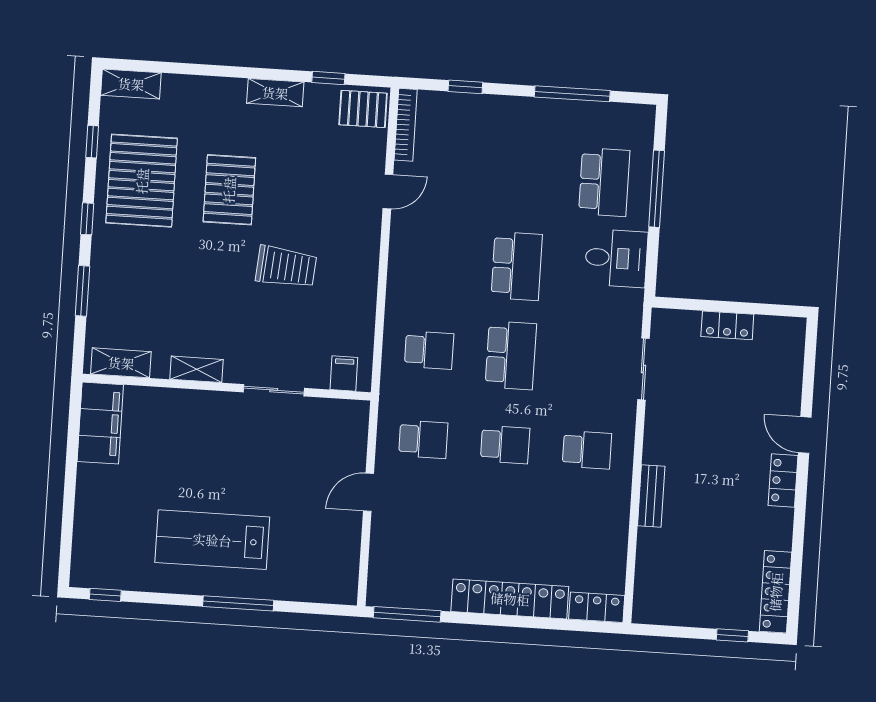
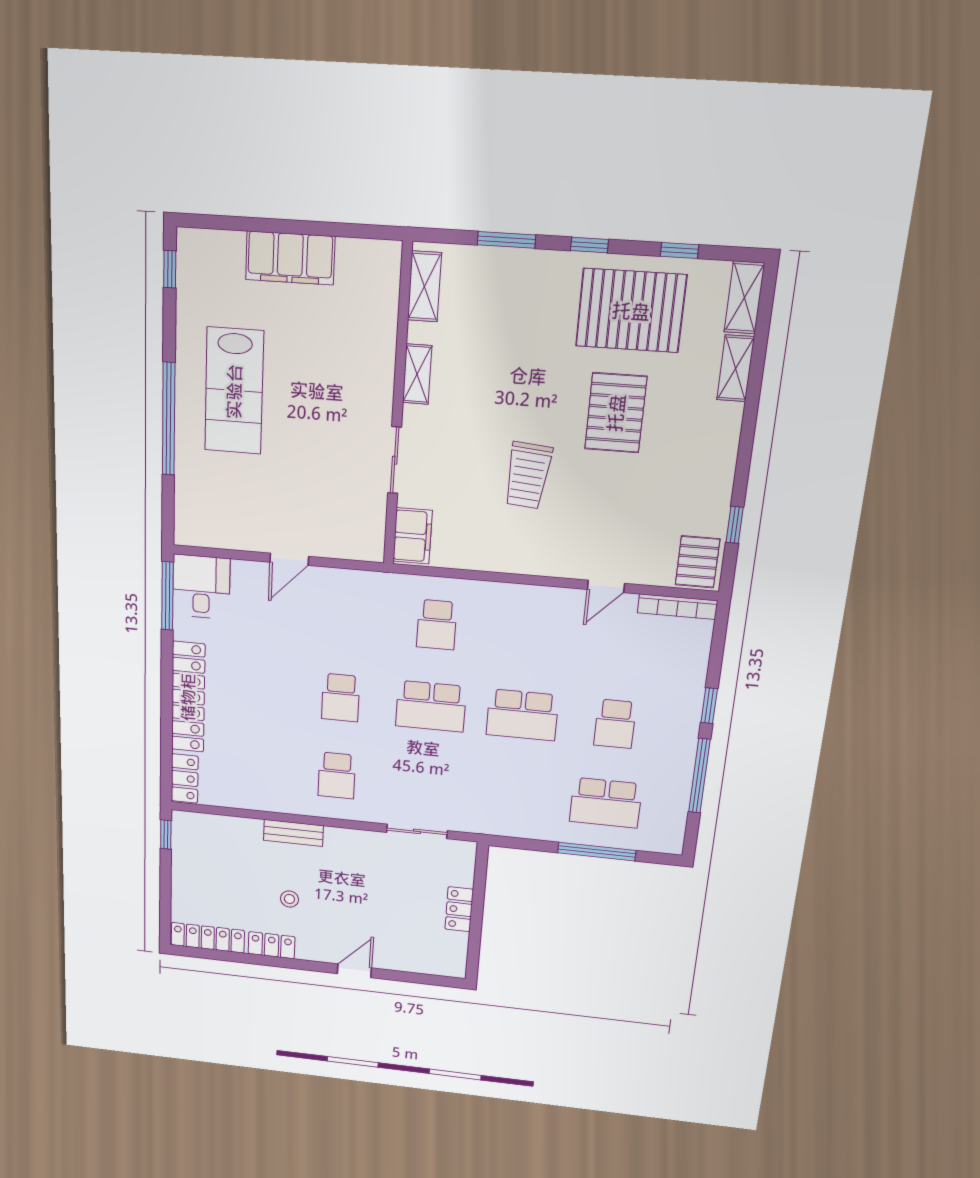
window: (465, 87) -> (709, 706), moved
shelving: (275, 93) -> (736, 368), moved
pallet: (229, 190) -> (616, 413), turned 90
door: (388, 191) -> (606, 586), hinge flipped
desk: (616, 258) -> (201, 587), moved, turned 180
filing cabinet: (344, 373) -> (413, 536), width x2.00
filing cabinet: (100, 423) -> (290, 258), moved
school desk: (423, 439) -> (615, 724), moved
locker: (783, 480) -> (272, 945), moved
door: (369, 492) -> (289, 559), swing flipped
stool: (726, 502) -> (289, 899), added
lab bench: (212, 540) -> (234, 391), turned 180
window: (238, 603) -> (169, 419), width x1.46
window: (732, 635) -> (166, 835), moved

